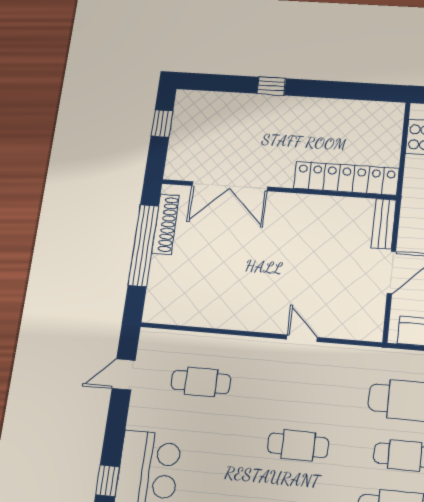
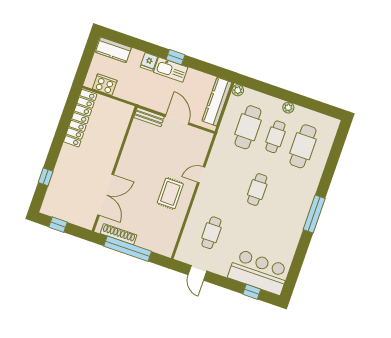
window: (271, 86) -> (46, 177), moved
locker: (346, 178) -> (80, 118), moved, turned 180
rug: (256, 293) -> (170, 193), added

